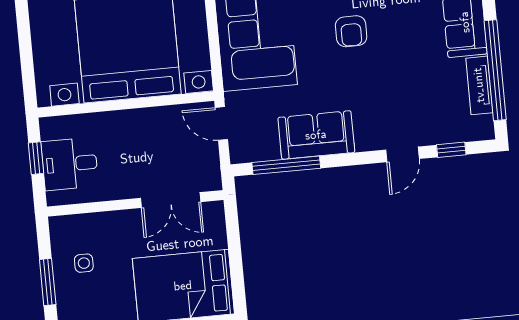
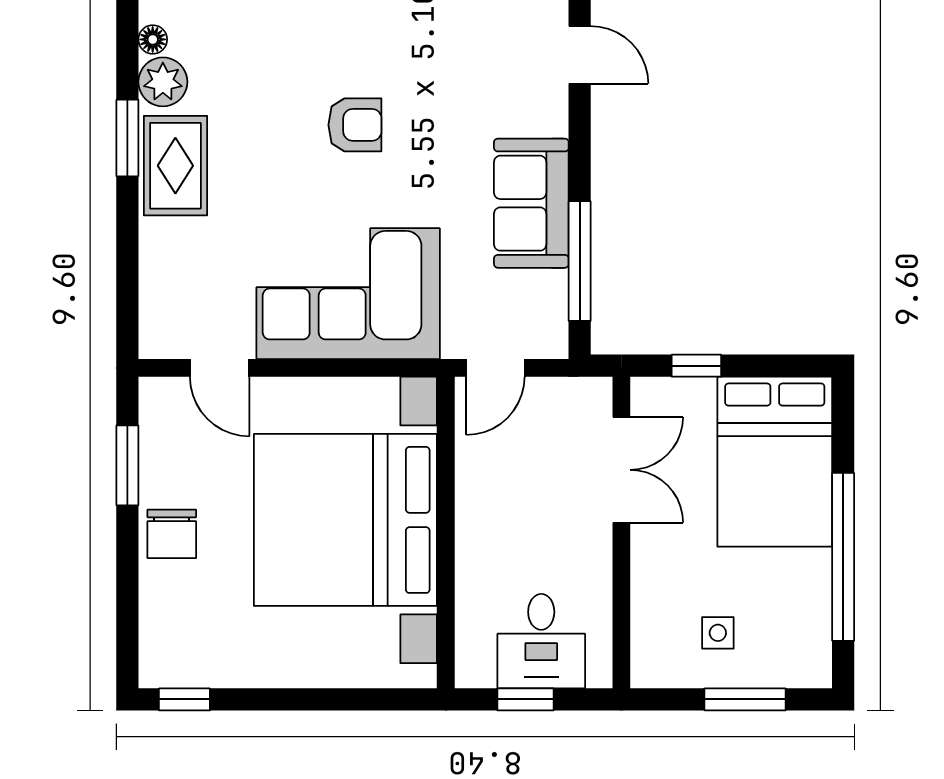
window: (233, 237) -> (696, 366), added

